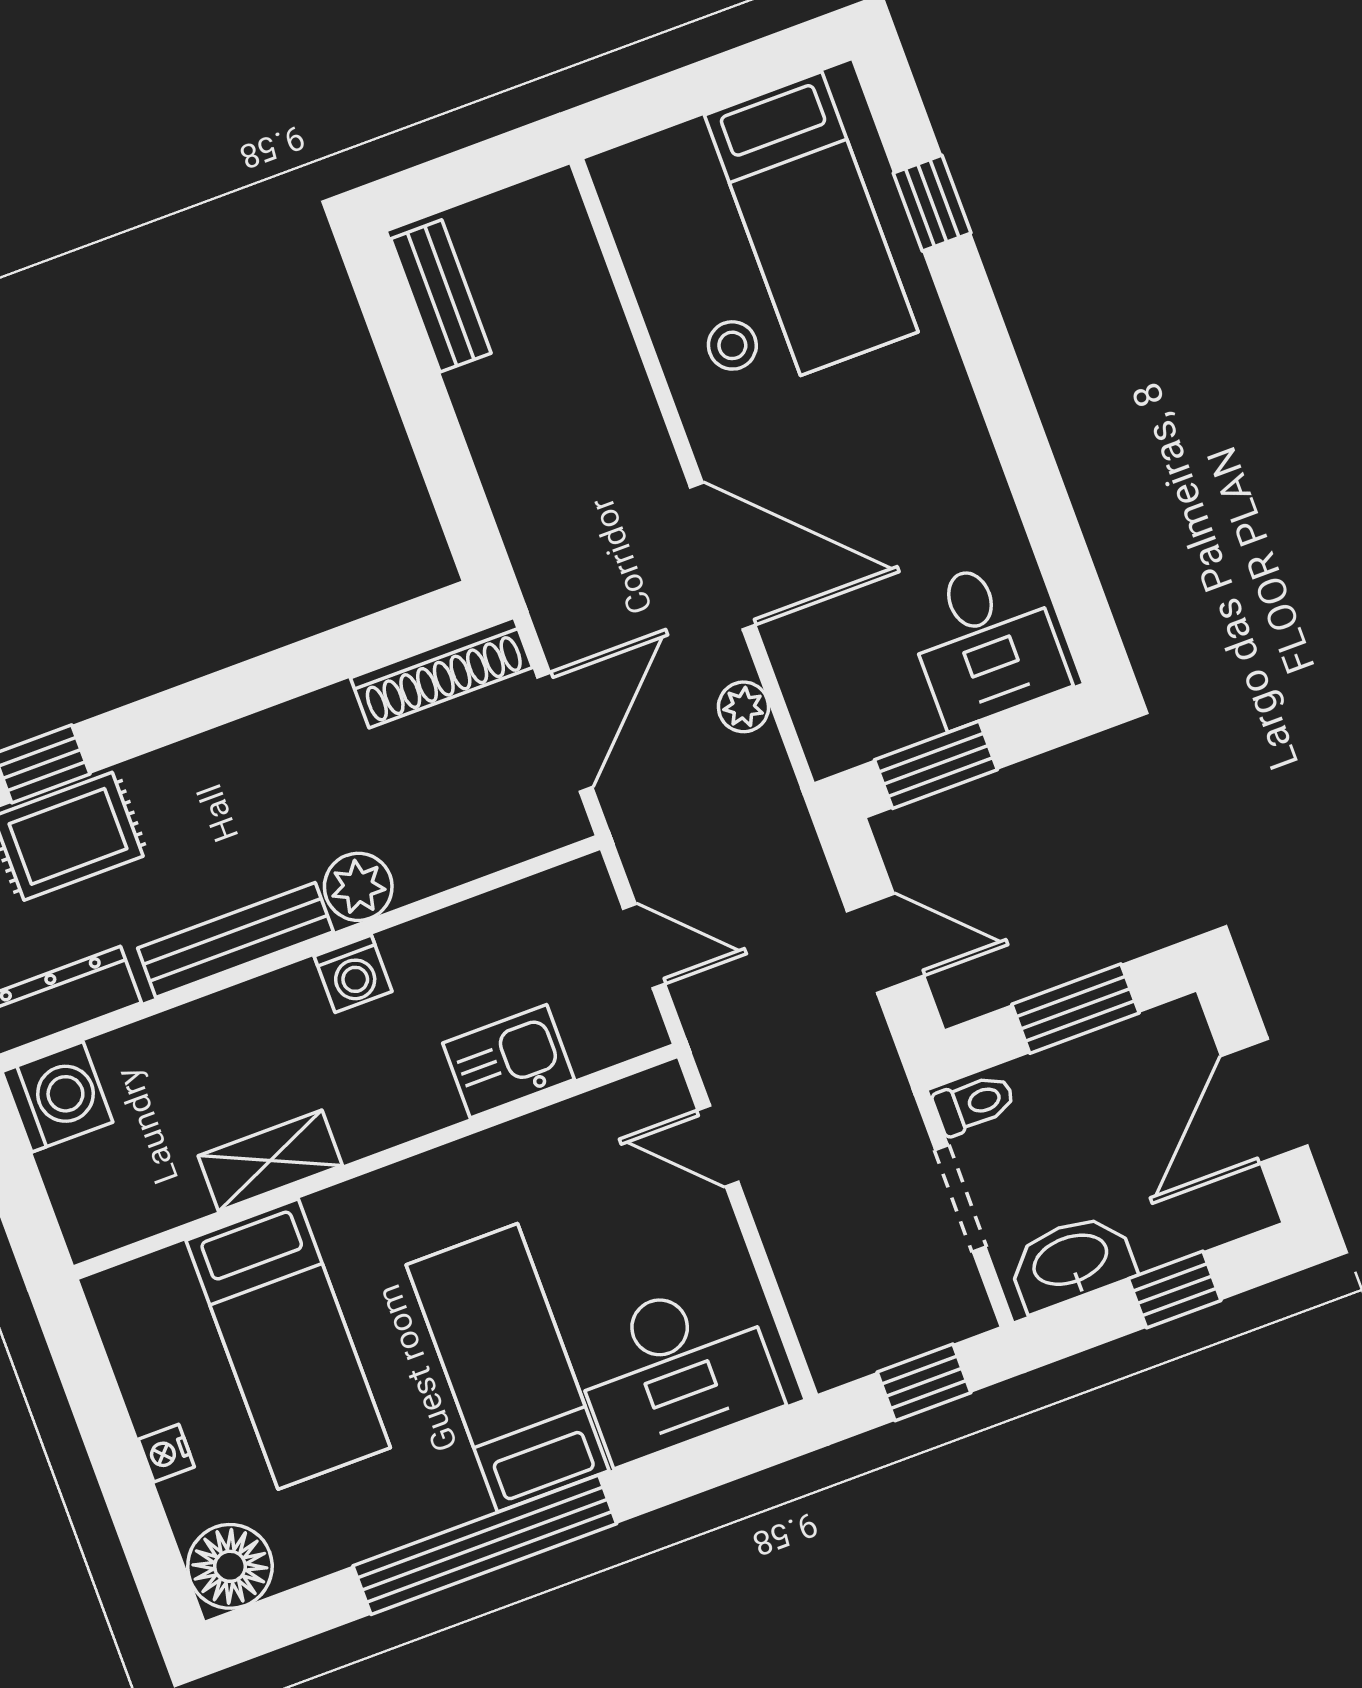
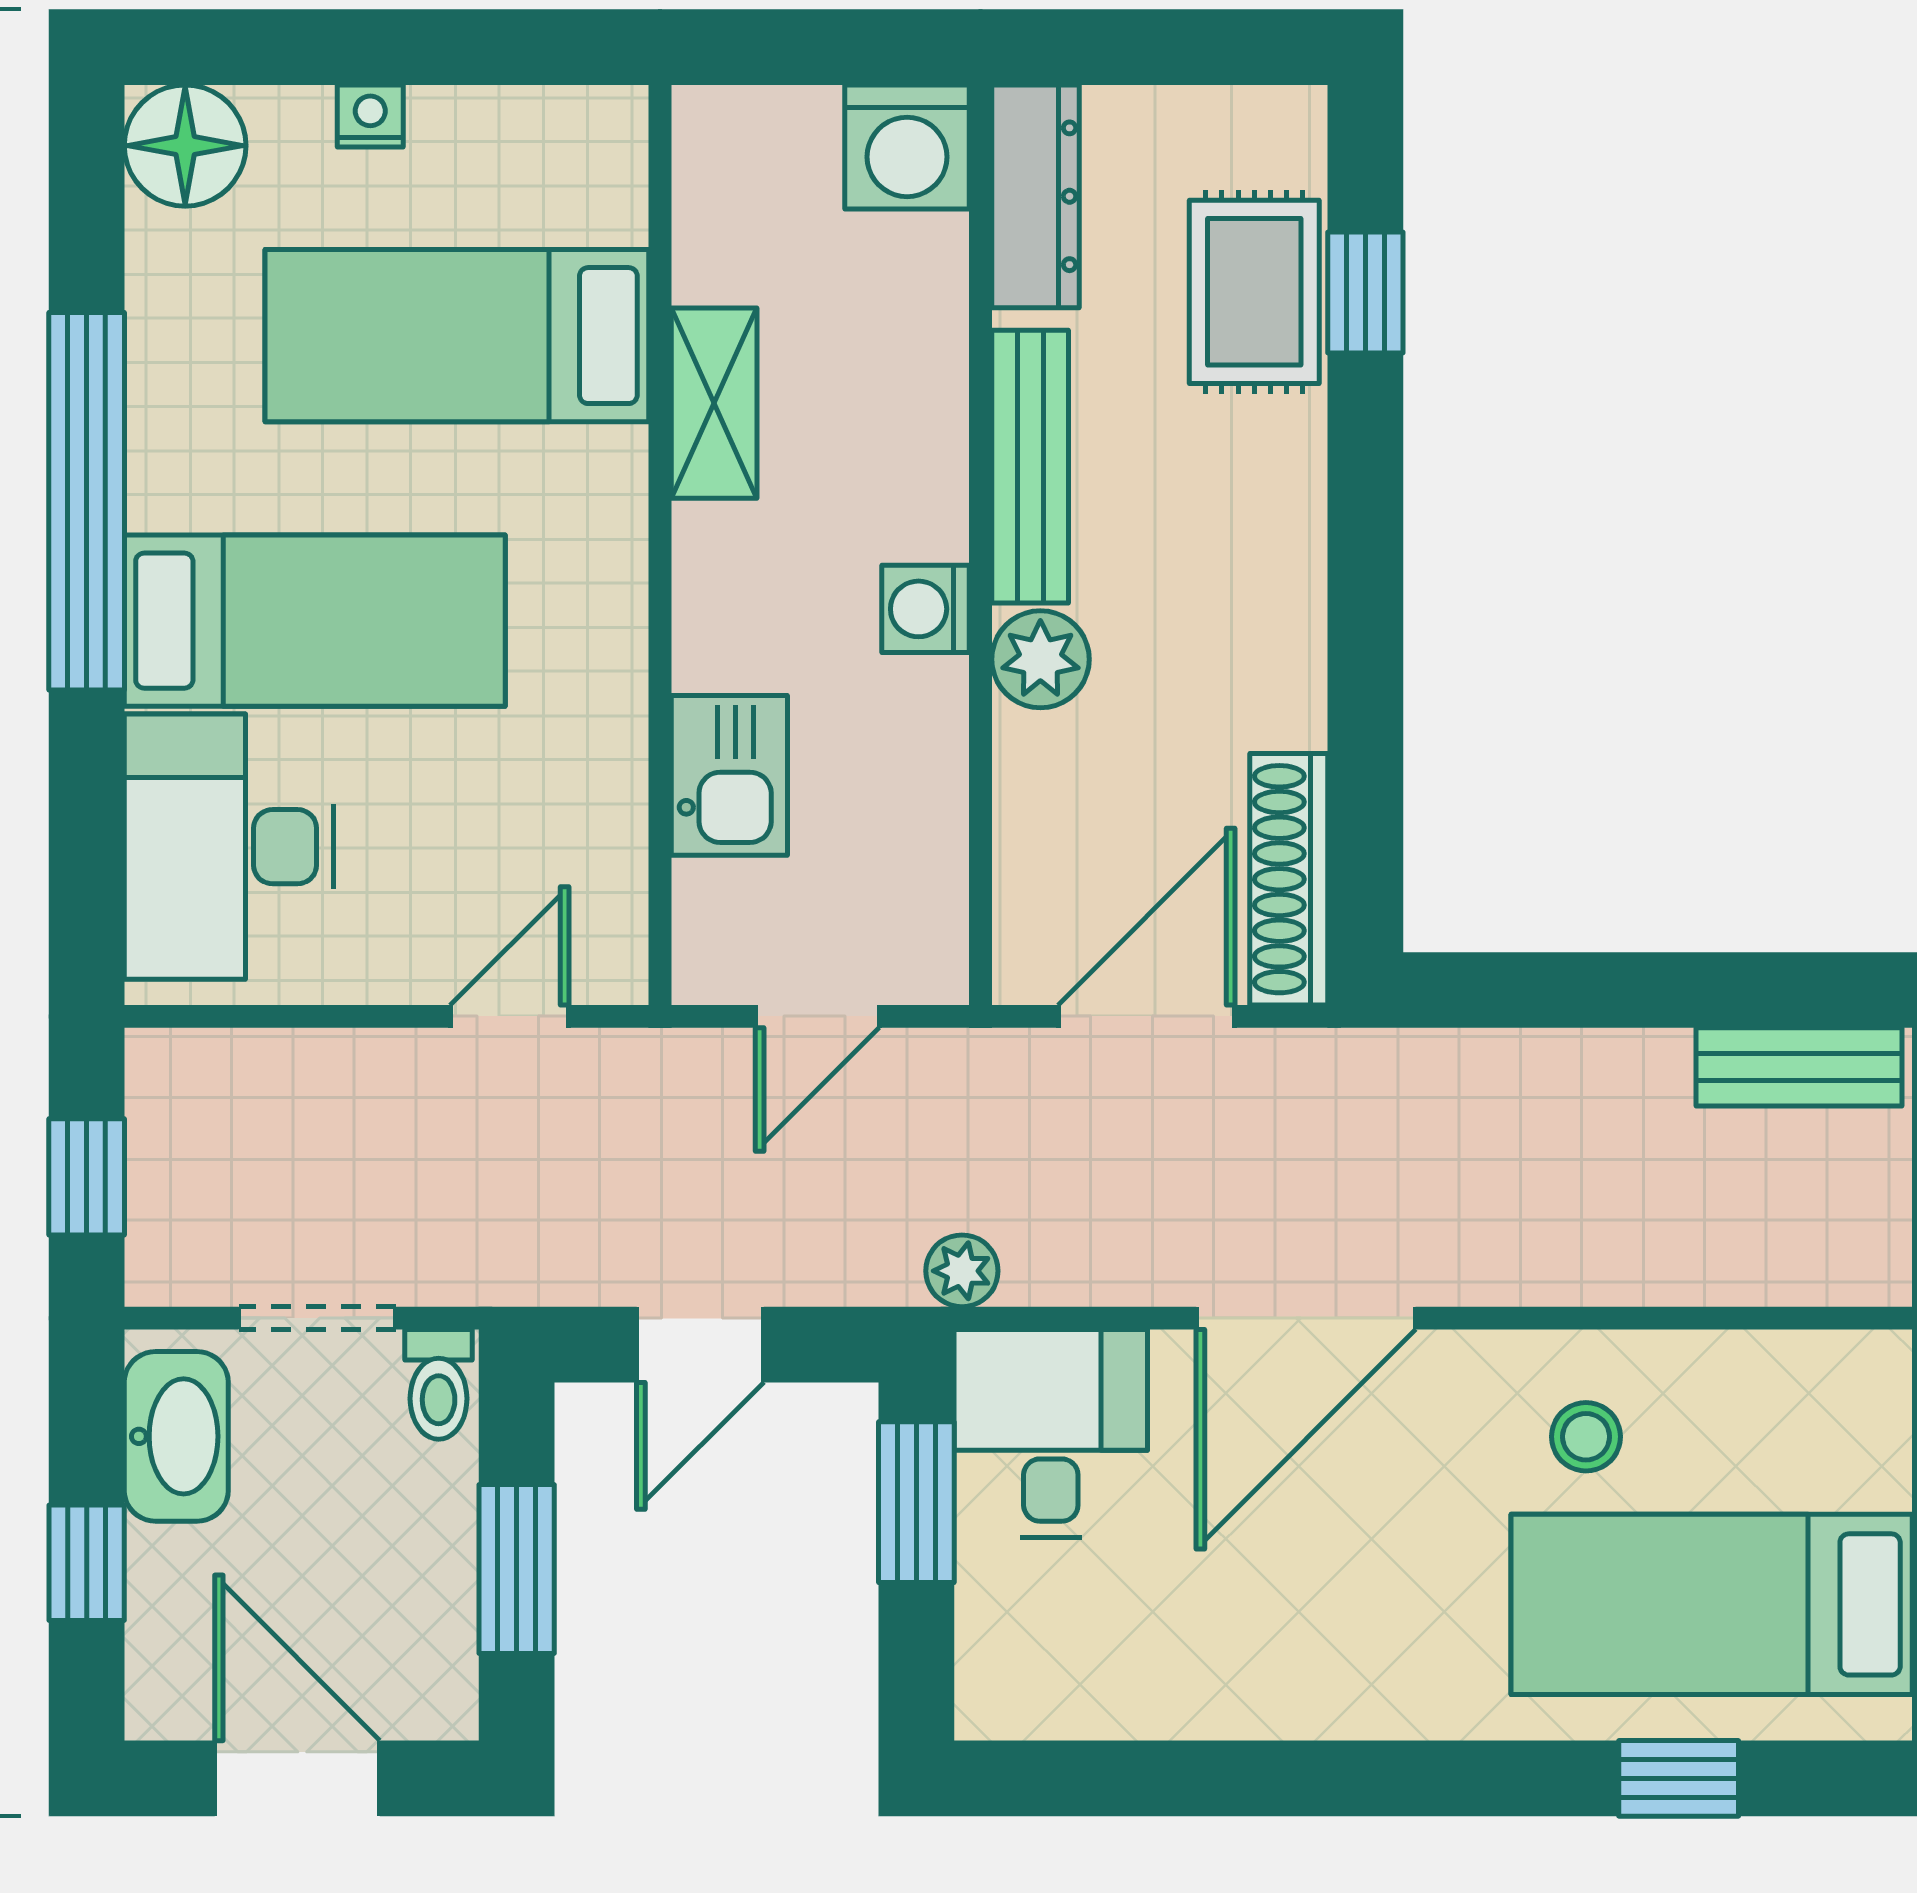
desk: (986, 642) -> (1051, 1434), moved, turned 90
plant: (744, 707) -> (962, 1271), moved
door: (565, 732) -> (1146, 1016), swing flipped

